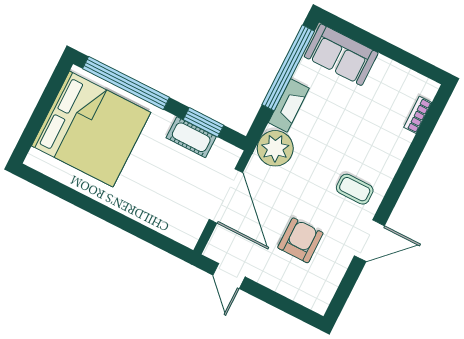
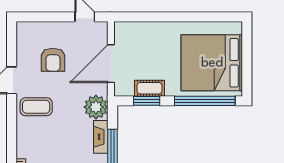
coffee table: (355, 189) -> (36, 107), width x1.36, depth x1.30
door: (226, 196) -> (111, 64), hinge flipped

